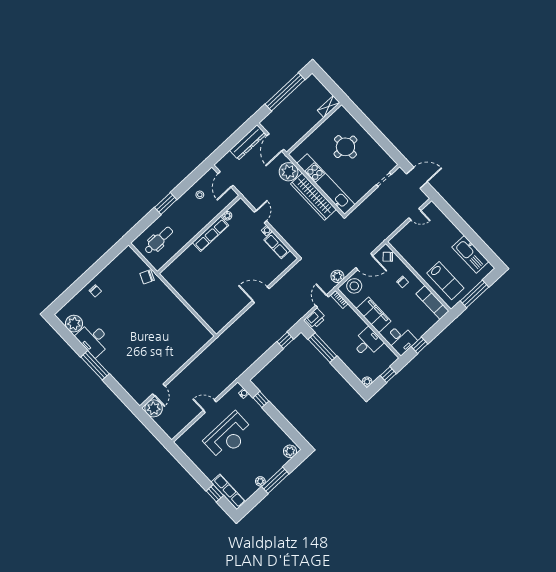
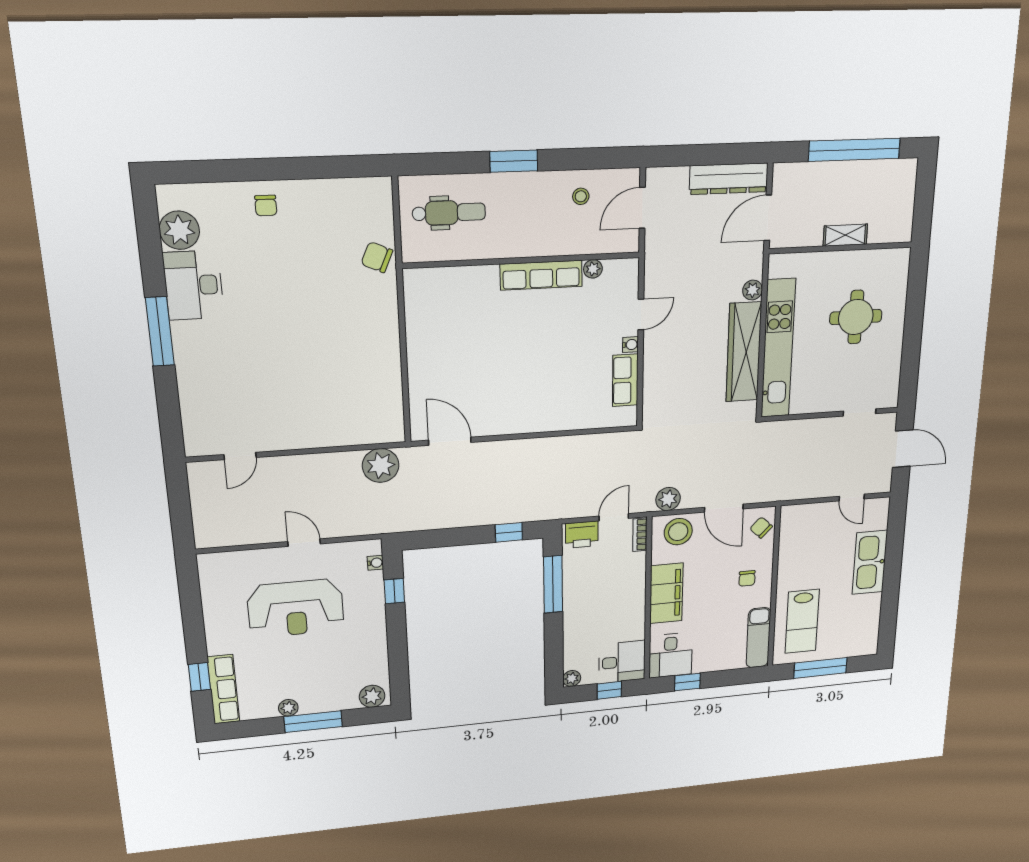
shelving: (329, 106) -> (845, 235), moved
plant: (289, 172) -> (753, 290), width x0.53, depth x0.53
kitchen sink: (470, 254) -> (870, 562), moved
door: (261, 295) -> (450, 441), moved
desk: (368, 343) -> (622, 662), moved
plant: (154, 408) -> (381, 466), moved

